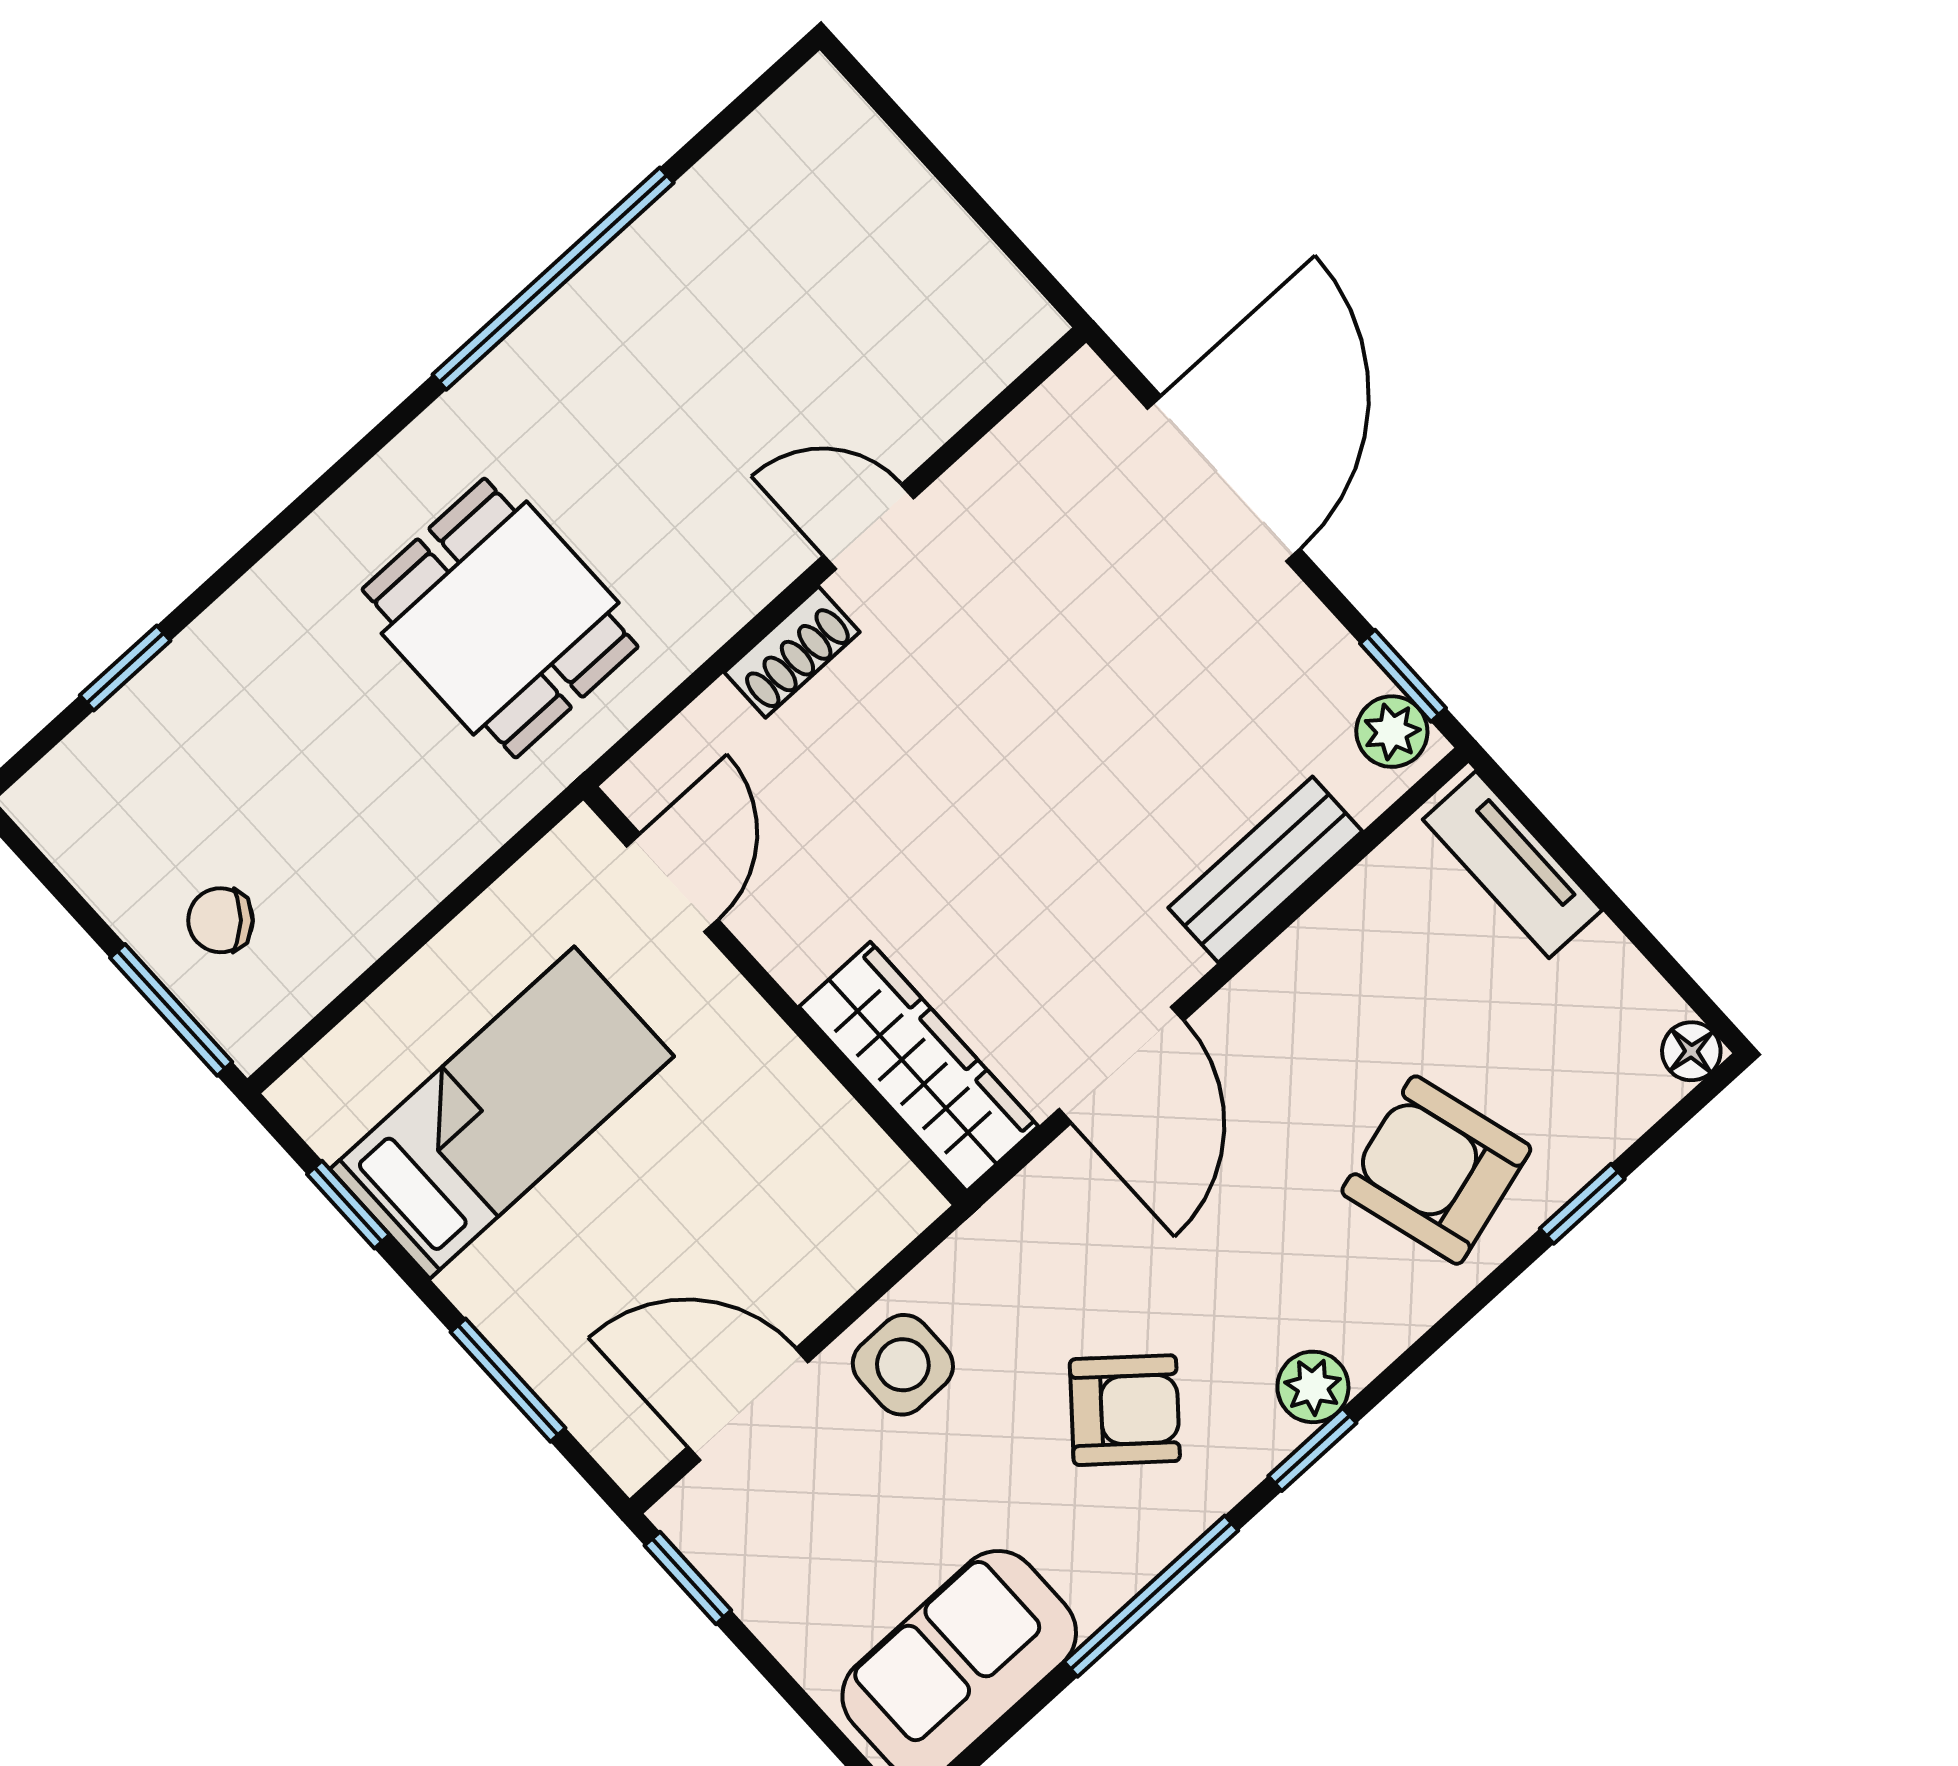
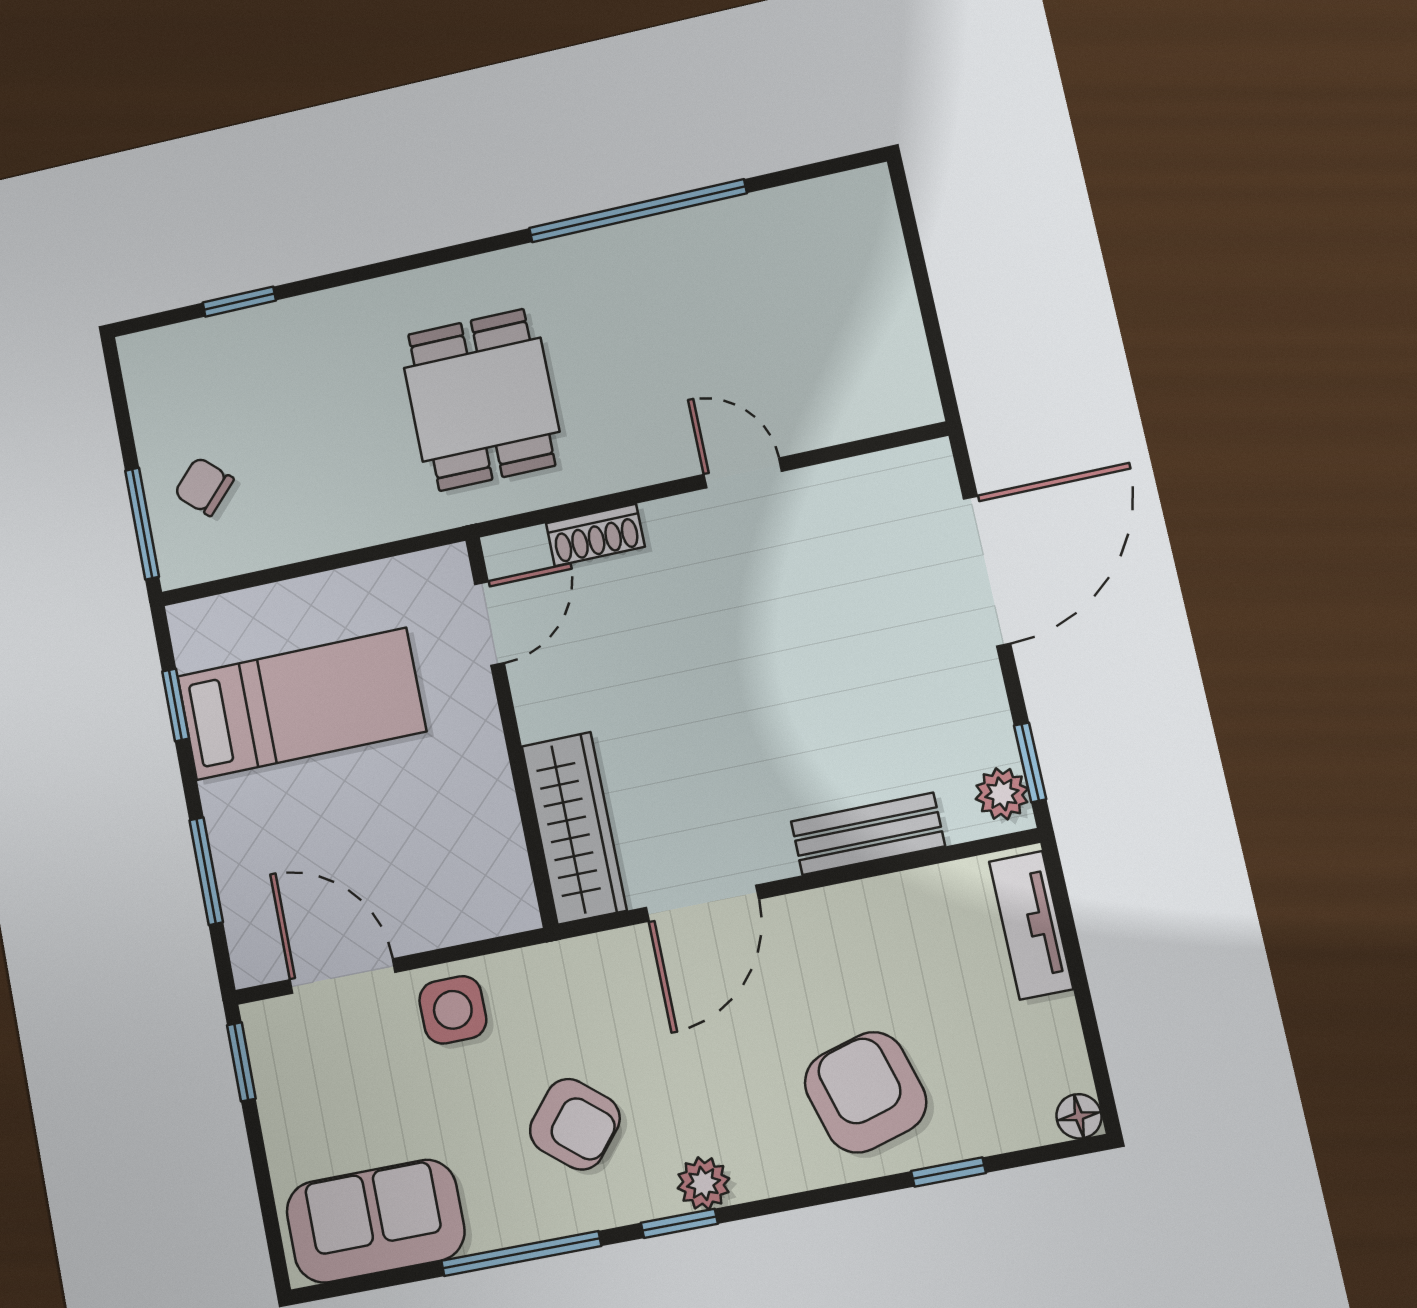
shoe rack: (792, 652) -> (595, 535), moved

